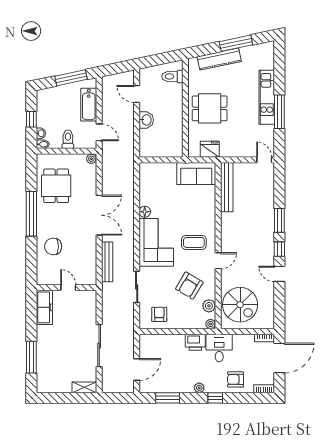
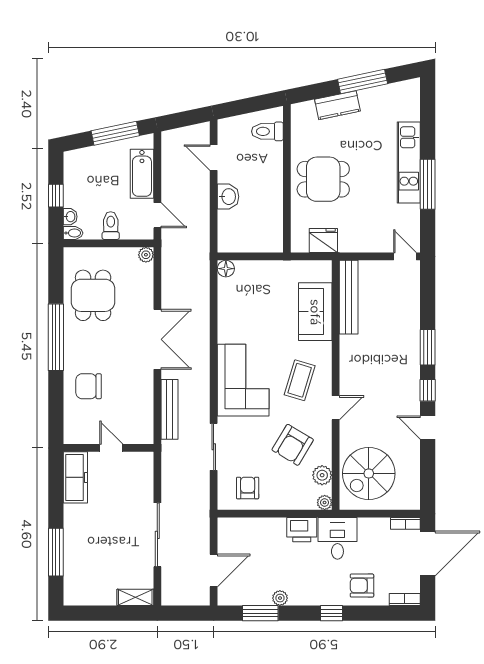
kitchen counter: (219, 59) -> (337, 105), width x0.67
sofa: (196, 174) -> (315, 312), moved, turned 90
floor lamp: (145, 212) -> (226, 269), moved
coffee table: (194, 242) -> (300, 380), turned -73
spiral stairs: (240, 305) -> (369, 473), turned 90
plant: (199, 388) -> (280, 598), moved

